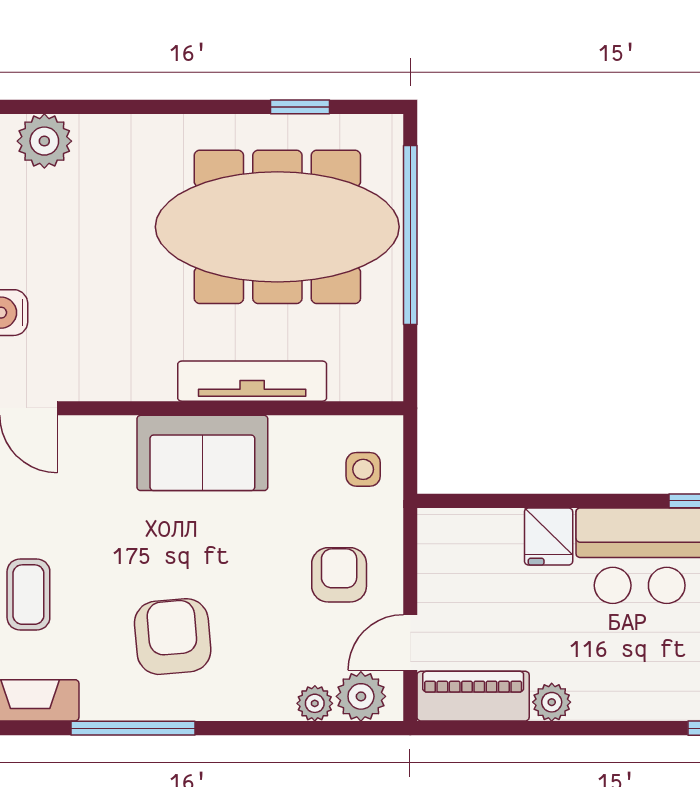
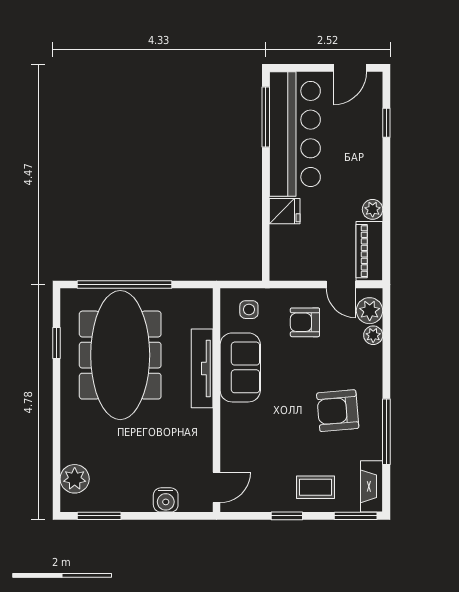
sofa: (202, 453) -> (240, 367), moved

